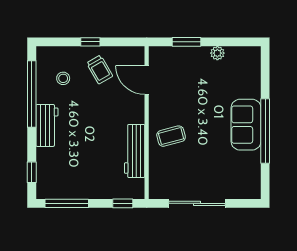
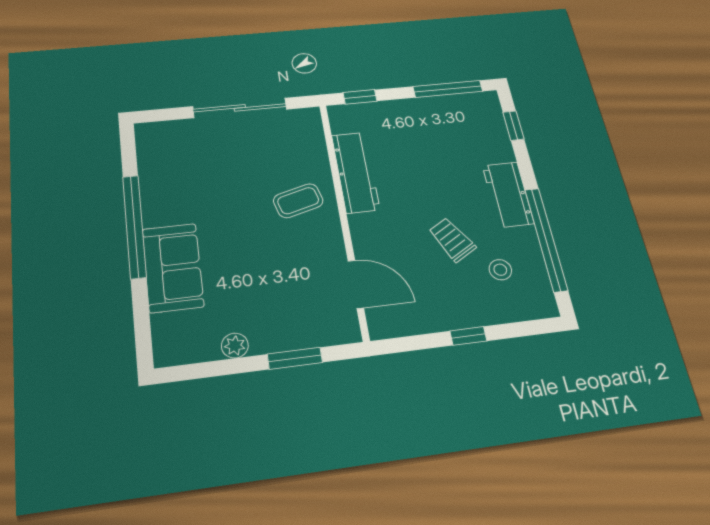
trolley: (100, 69) -> (452, 240), moved
sofa: (246, 125) -> (173, 268), moved

